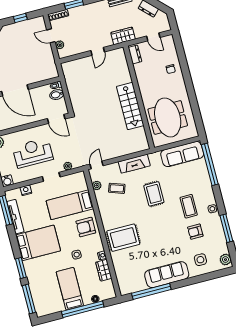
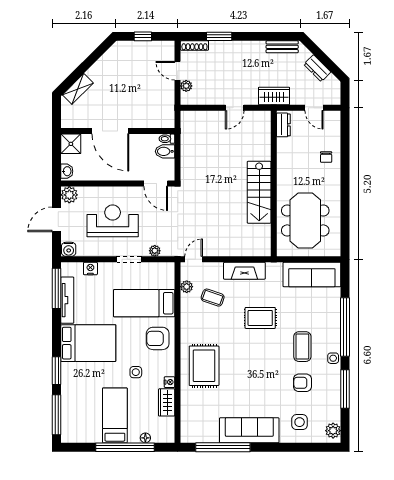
window: (210, 164) -> (345, 327), moved
rug: (154, 194) -> (260, 318), turned 90
rug: (123, 238) -> (204, 366), turned 90

